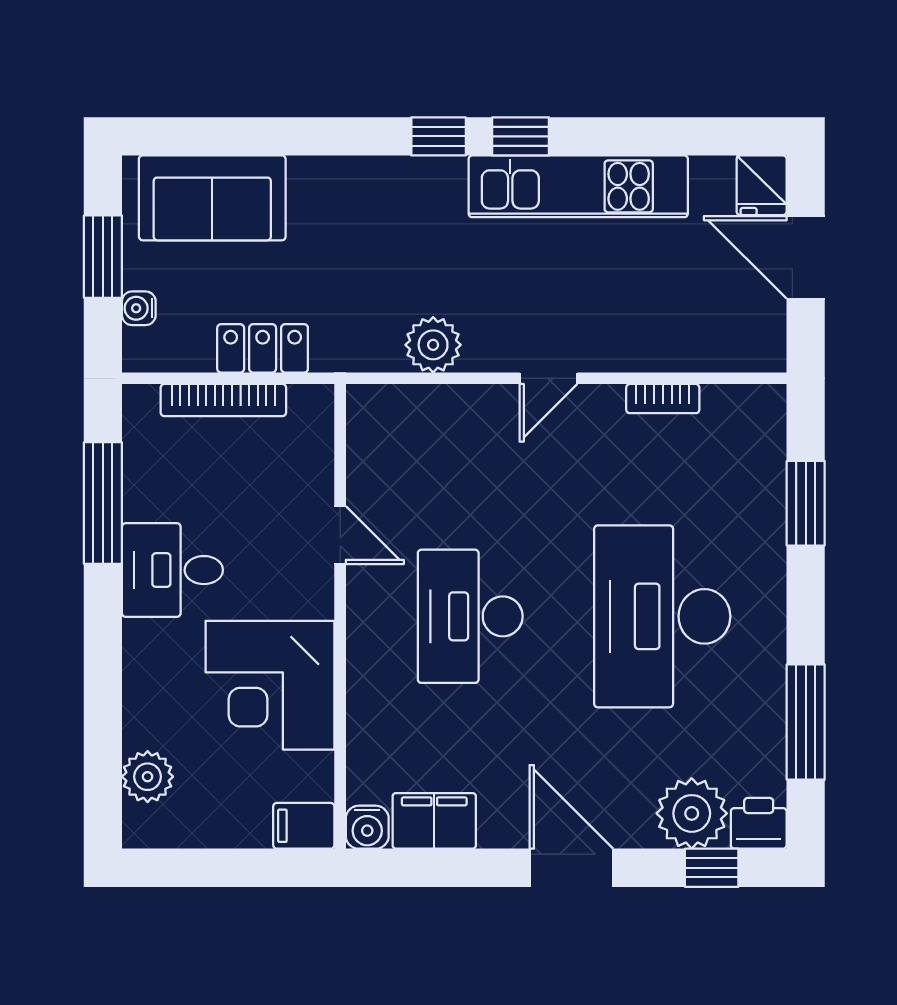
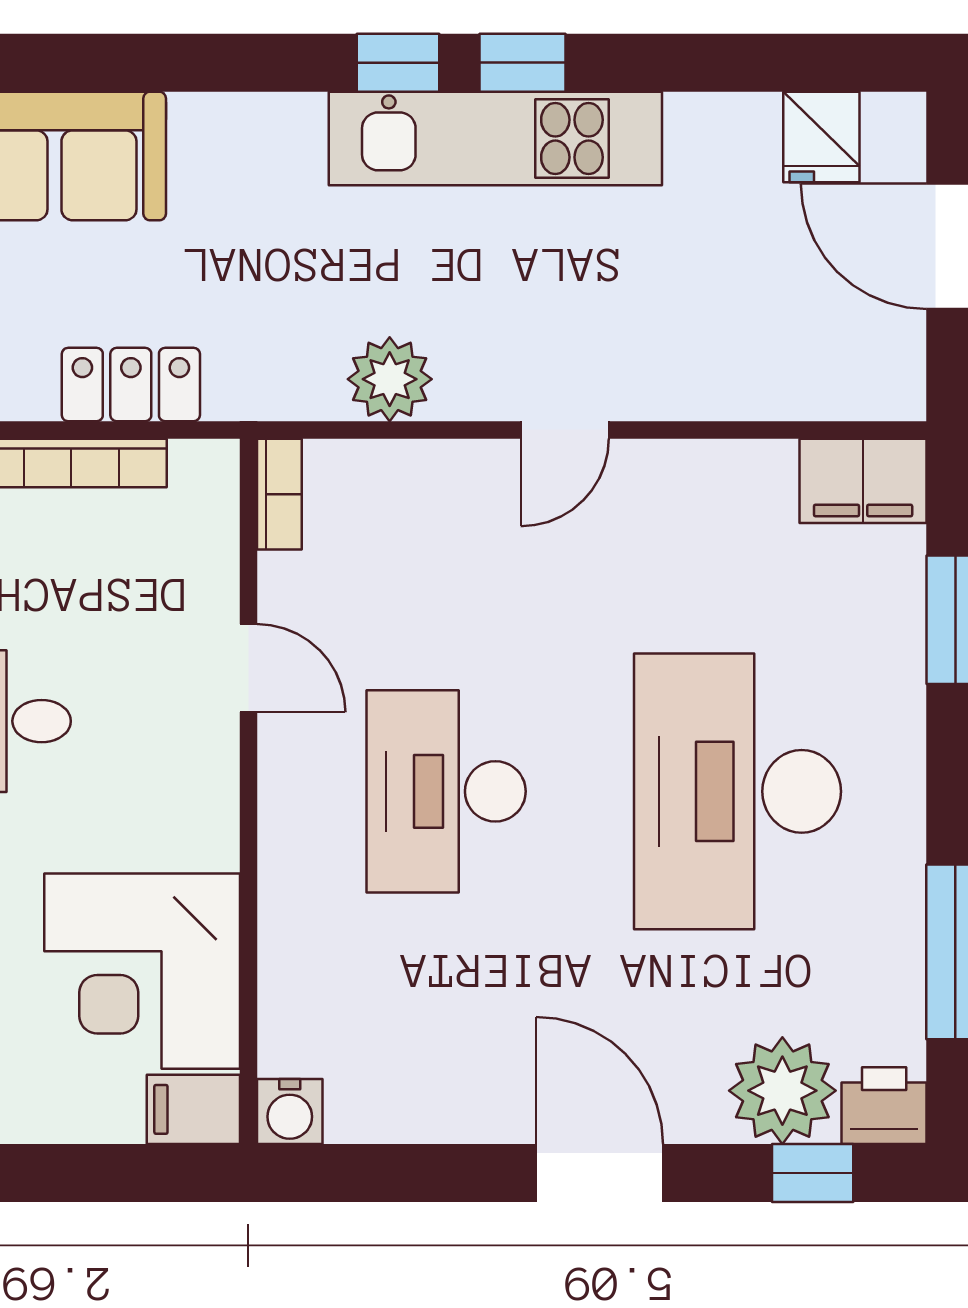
fridge: (762, 185) -> (821, 137), moved
kitchen unit: (578, 186) -> (495, 139), moved
bookcase: (663, 399) -> (279, 494), moved, turned -90
corner desk: (270, 685) -> (142, 971), moved
filing cabinet: (434, 821) -> (863, 481), moved, turned 180

